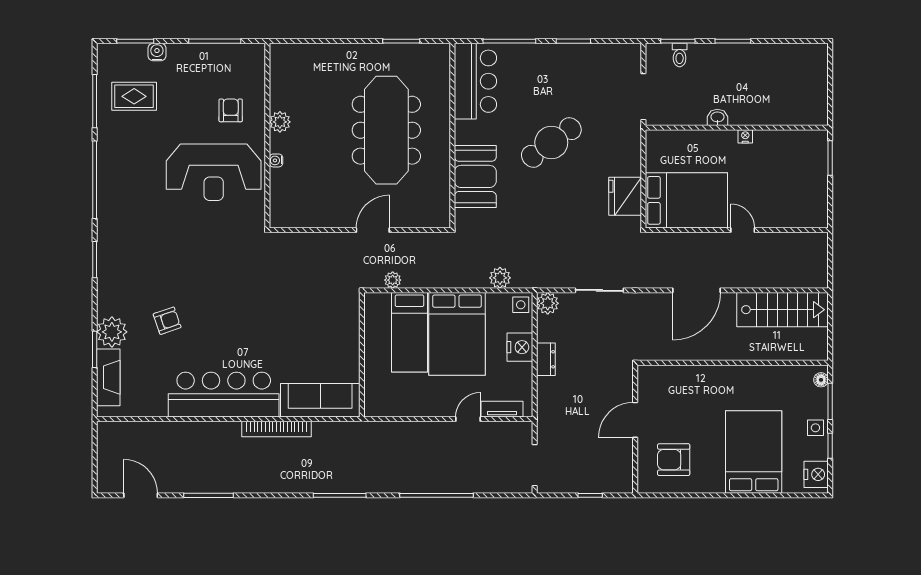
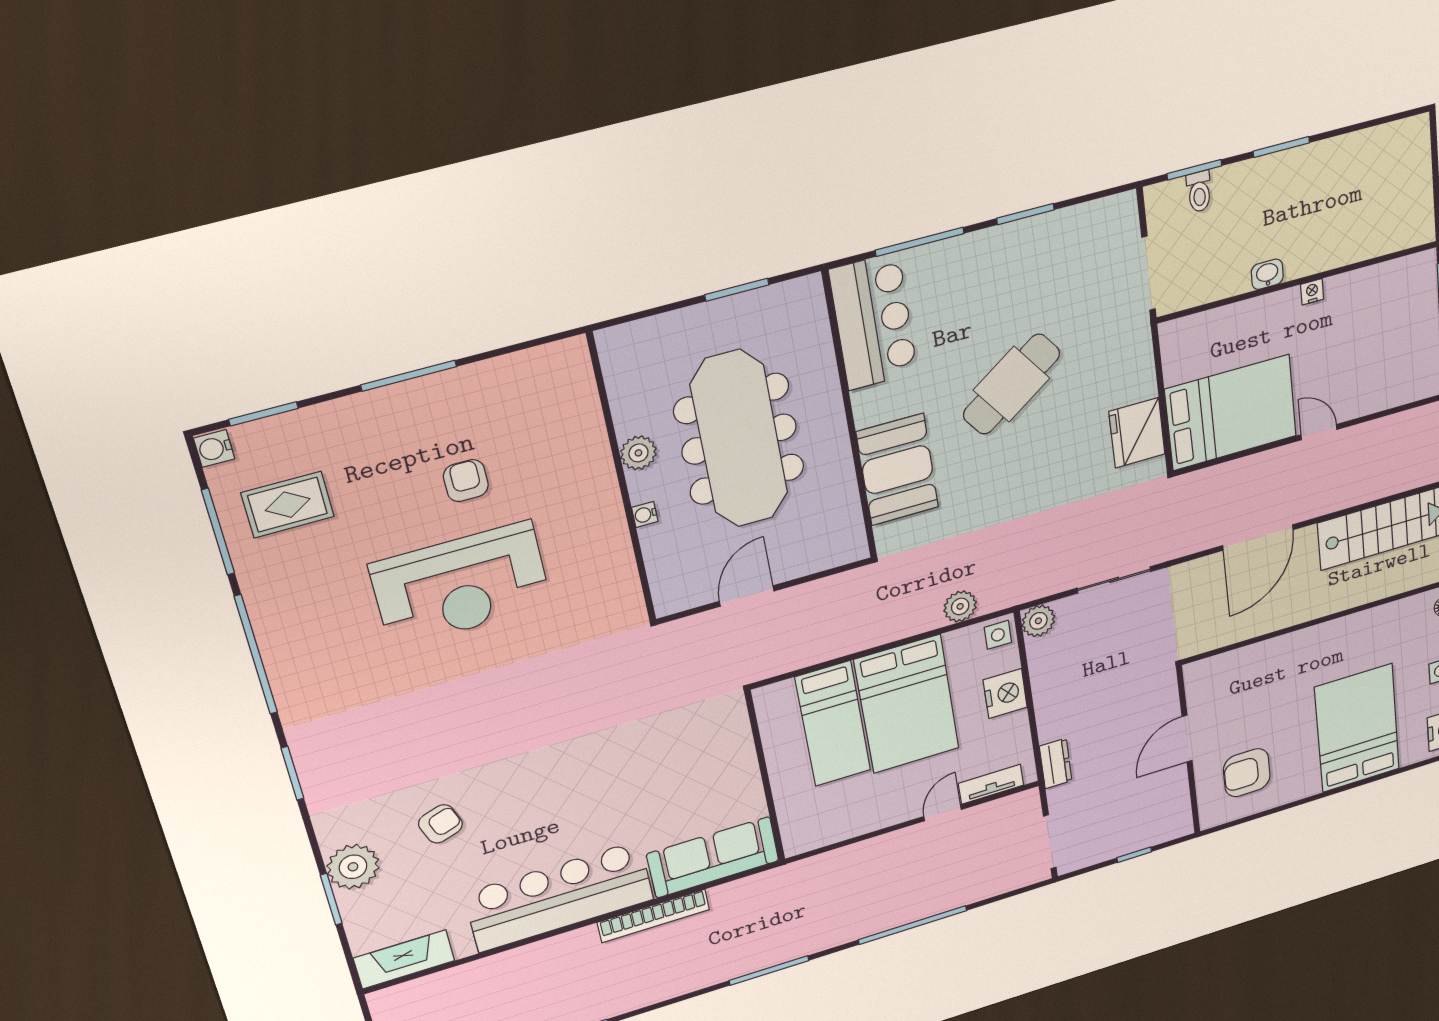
water cooler: (157, 52) -> (214, 448), moved, turned -90
plant: (280, 122) -> (638, 453), moved
wall: (267, 136) -> (622, 480), moved
water cooler: (276, 160) -> (645, 514), moved
plant: (393, 280) -> (793, 659), removed
dresser: (546, 359) -> (1056, 764), moved
fireplace: (108, 377) -> (404, 959), moved, turned -90

